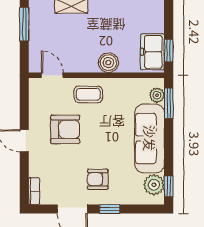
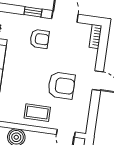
armchair: (65, 129) -> (61, 86), turned 180

